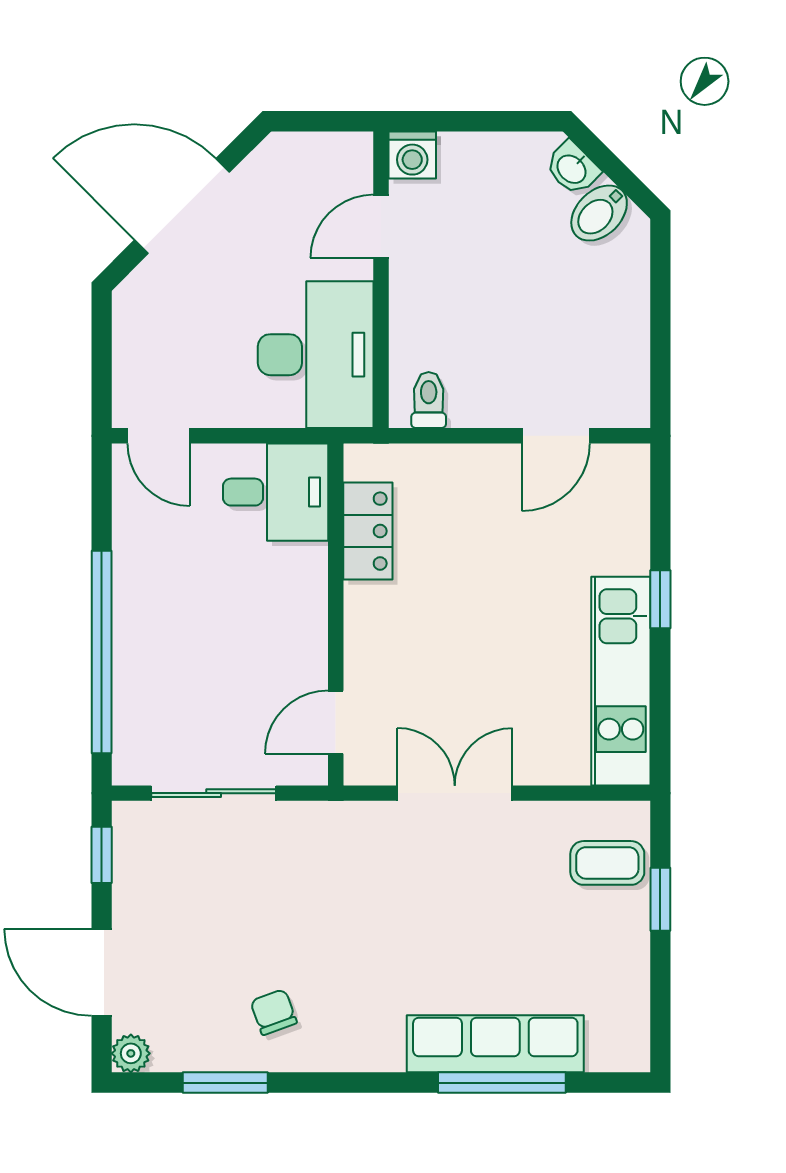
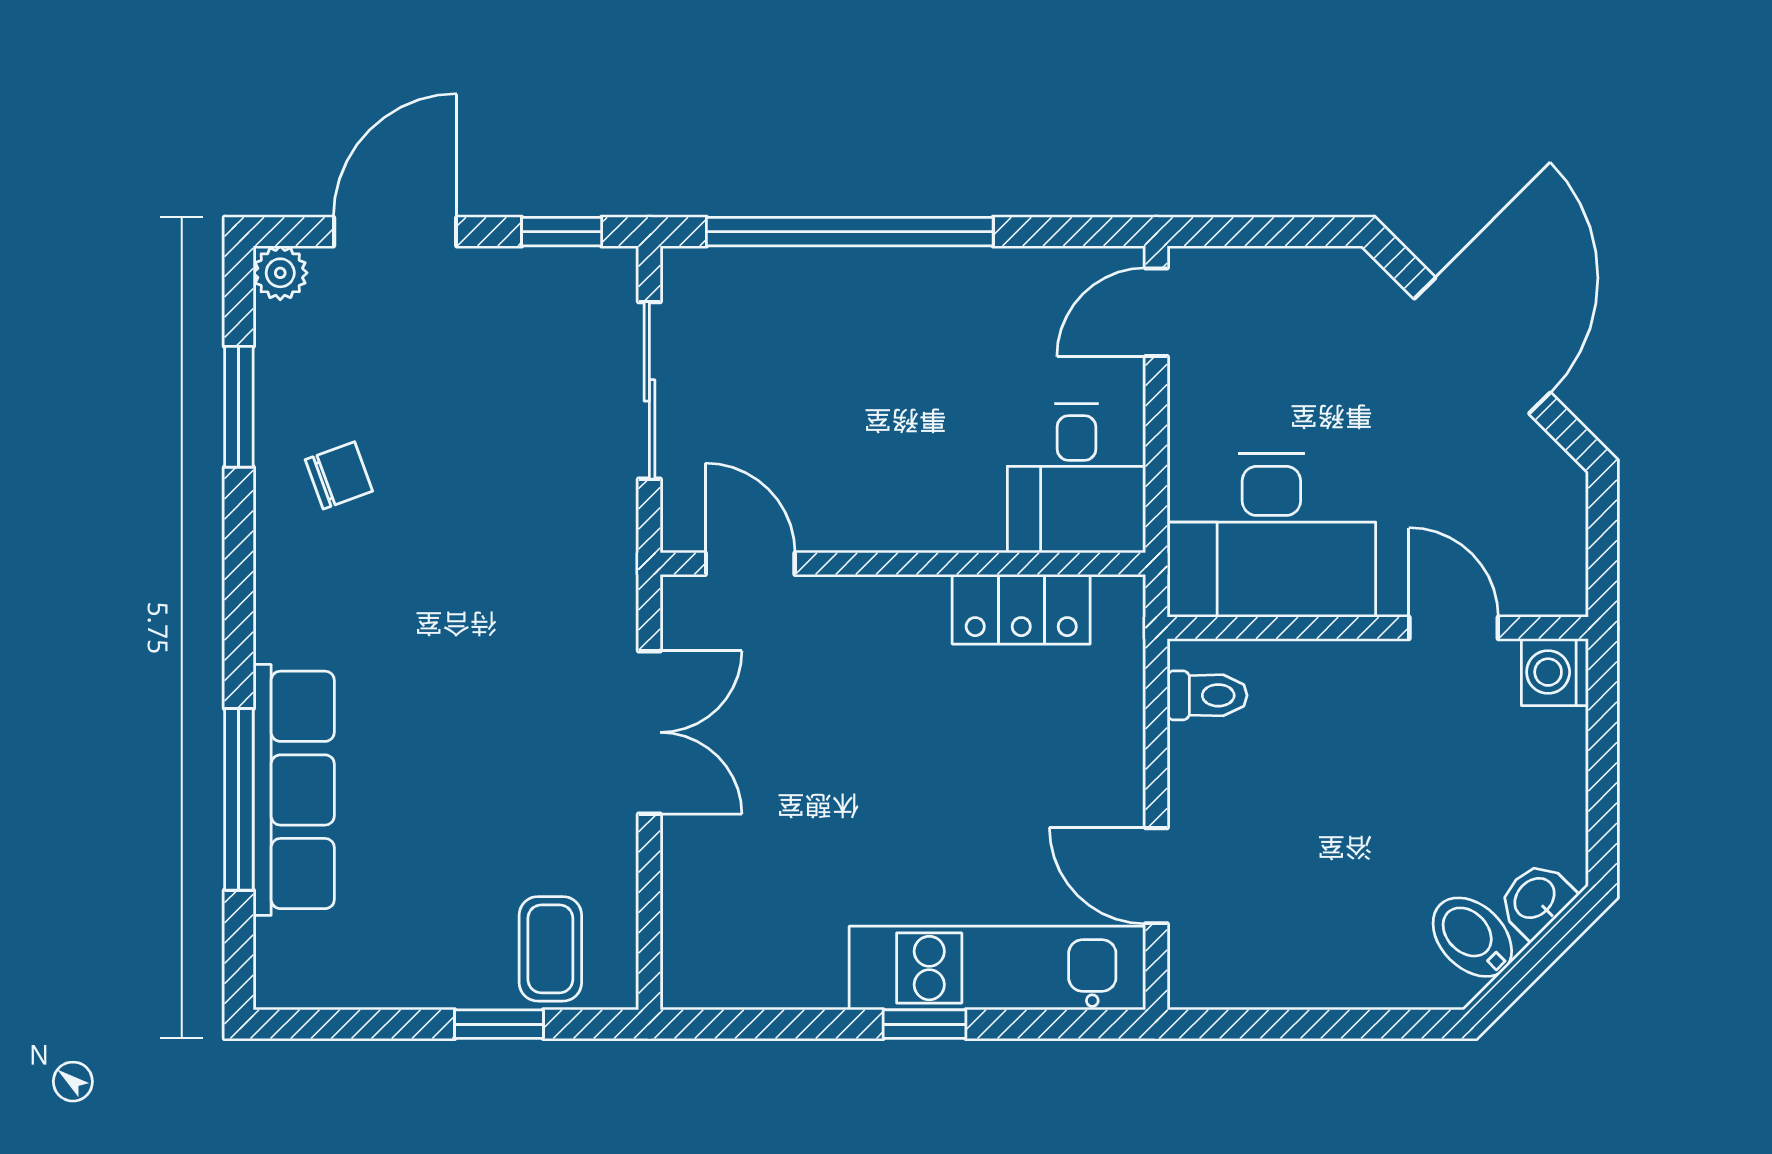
kitchen unit: (621, 681) -> (997, 968), moved

